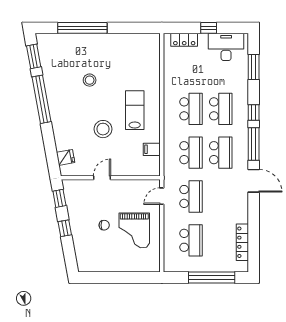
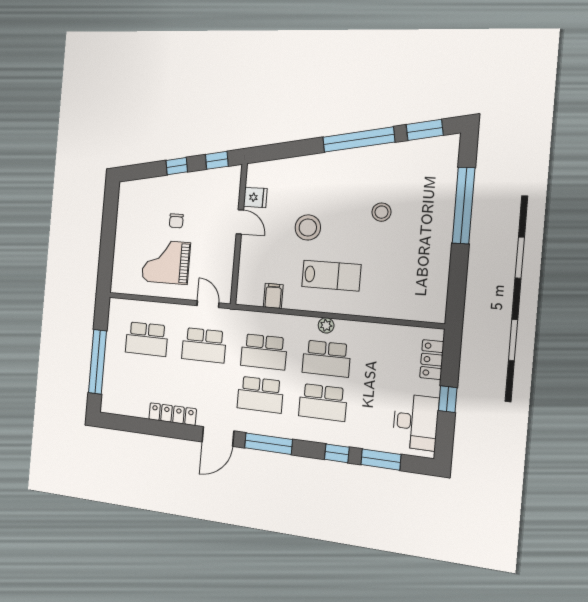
plant: (169, 111) -> (326, 325), added
window: (254, 113) -> (337, 453), moved
fridge: (66, 157) -> (255, 197), moved, turned -80
locker: (242, 242) -> (173, 414), moved

